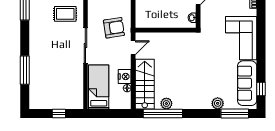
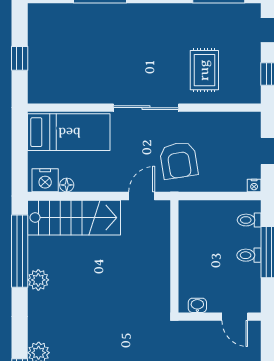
door: (133, 48) -> (142, 196), swing flipped
nightstand: (125, 76) -> (45, 180), moved
plant: (166, 103) -> (38, 280), moved

